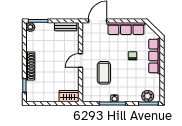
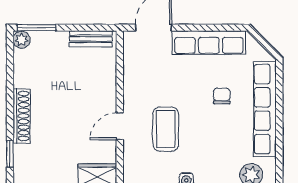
row of seats: (155, 56) -> (265, 109), width x1.36
door: (80, 61) -> (120, 126), moved

